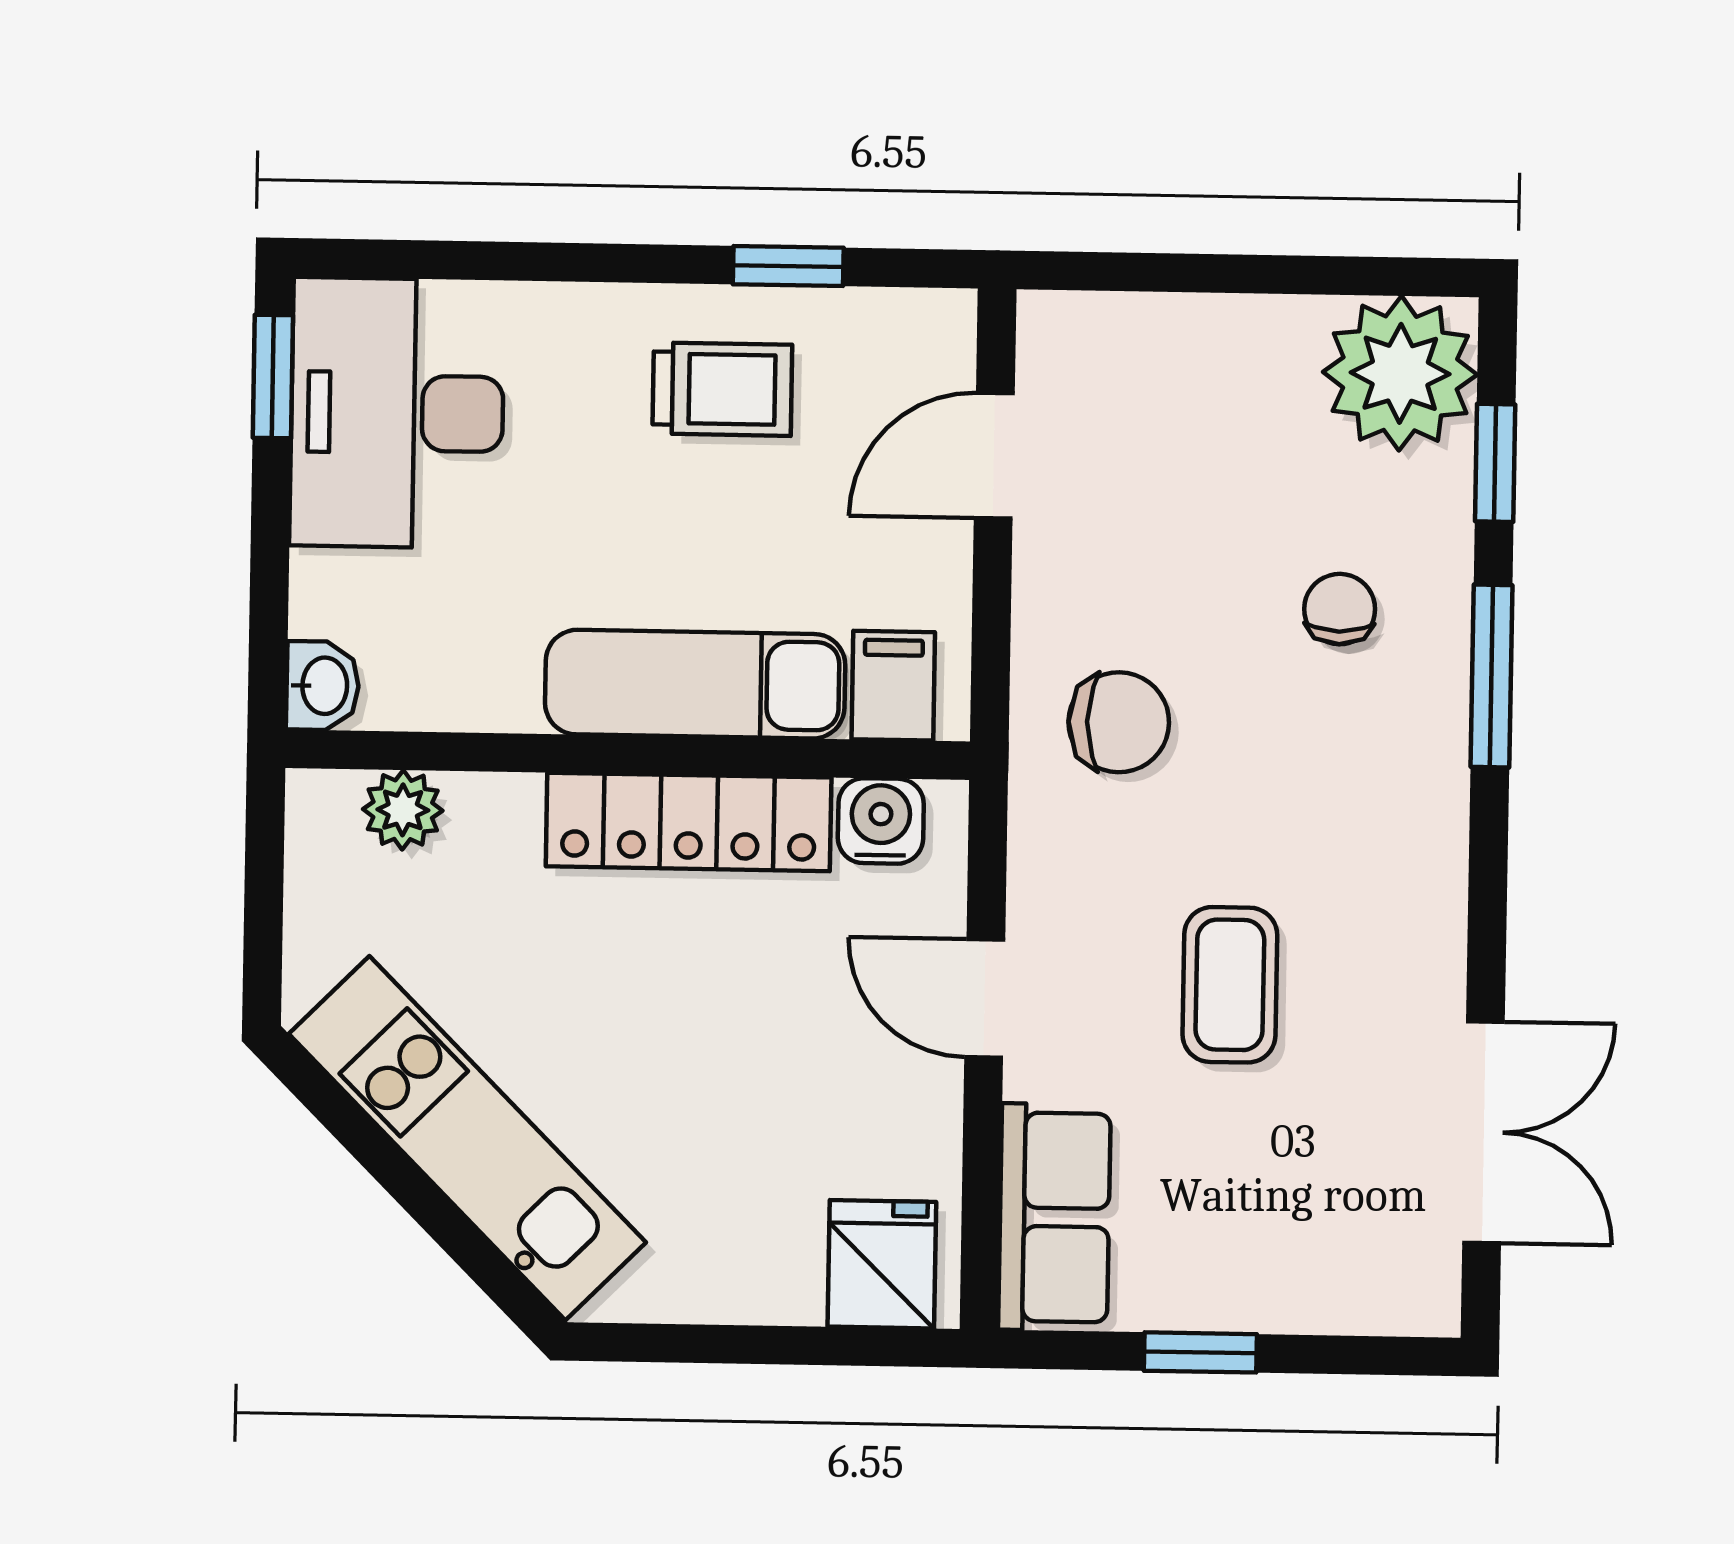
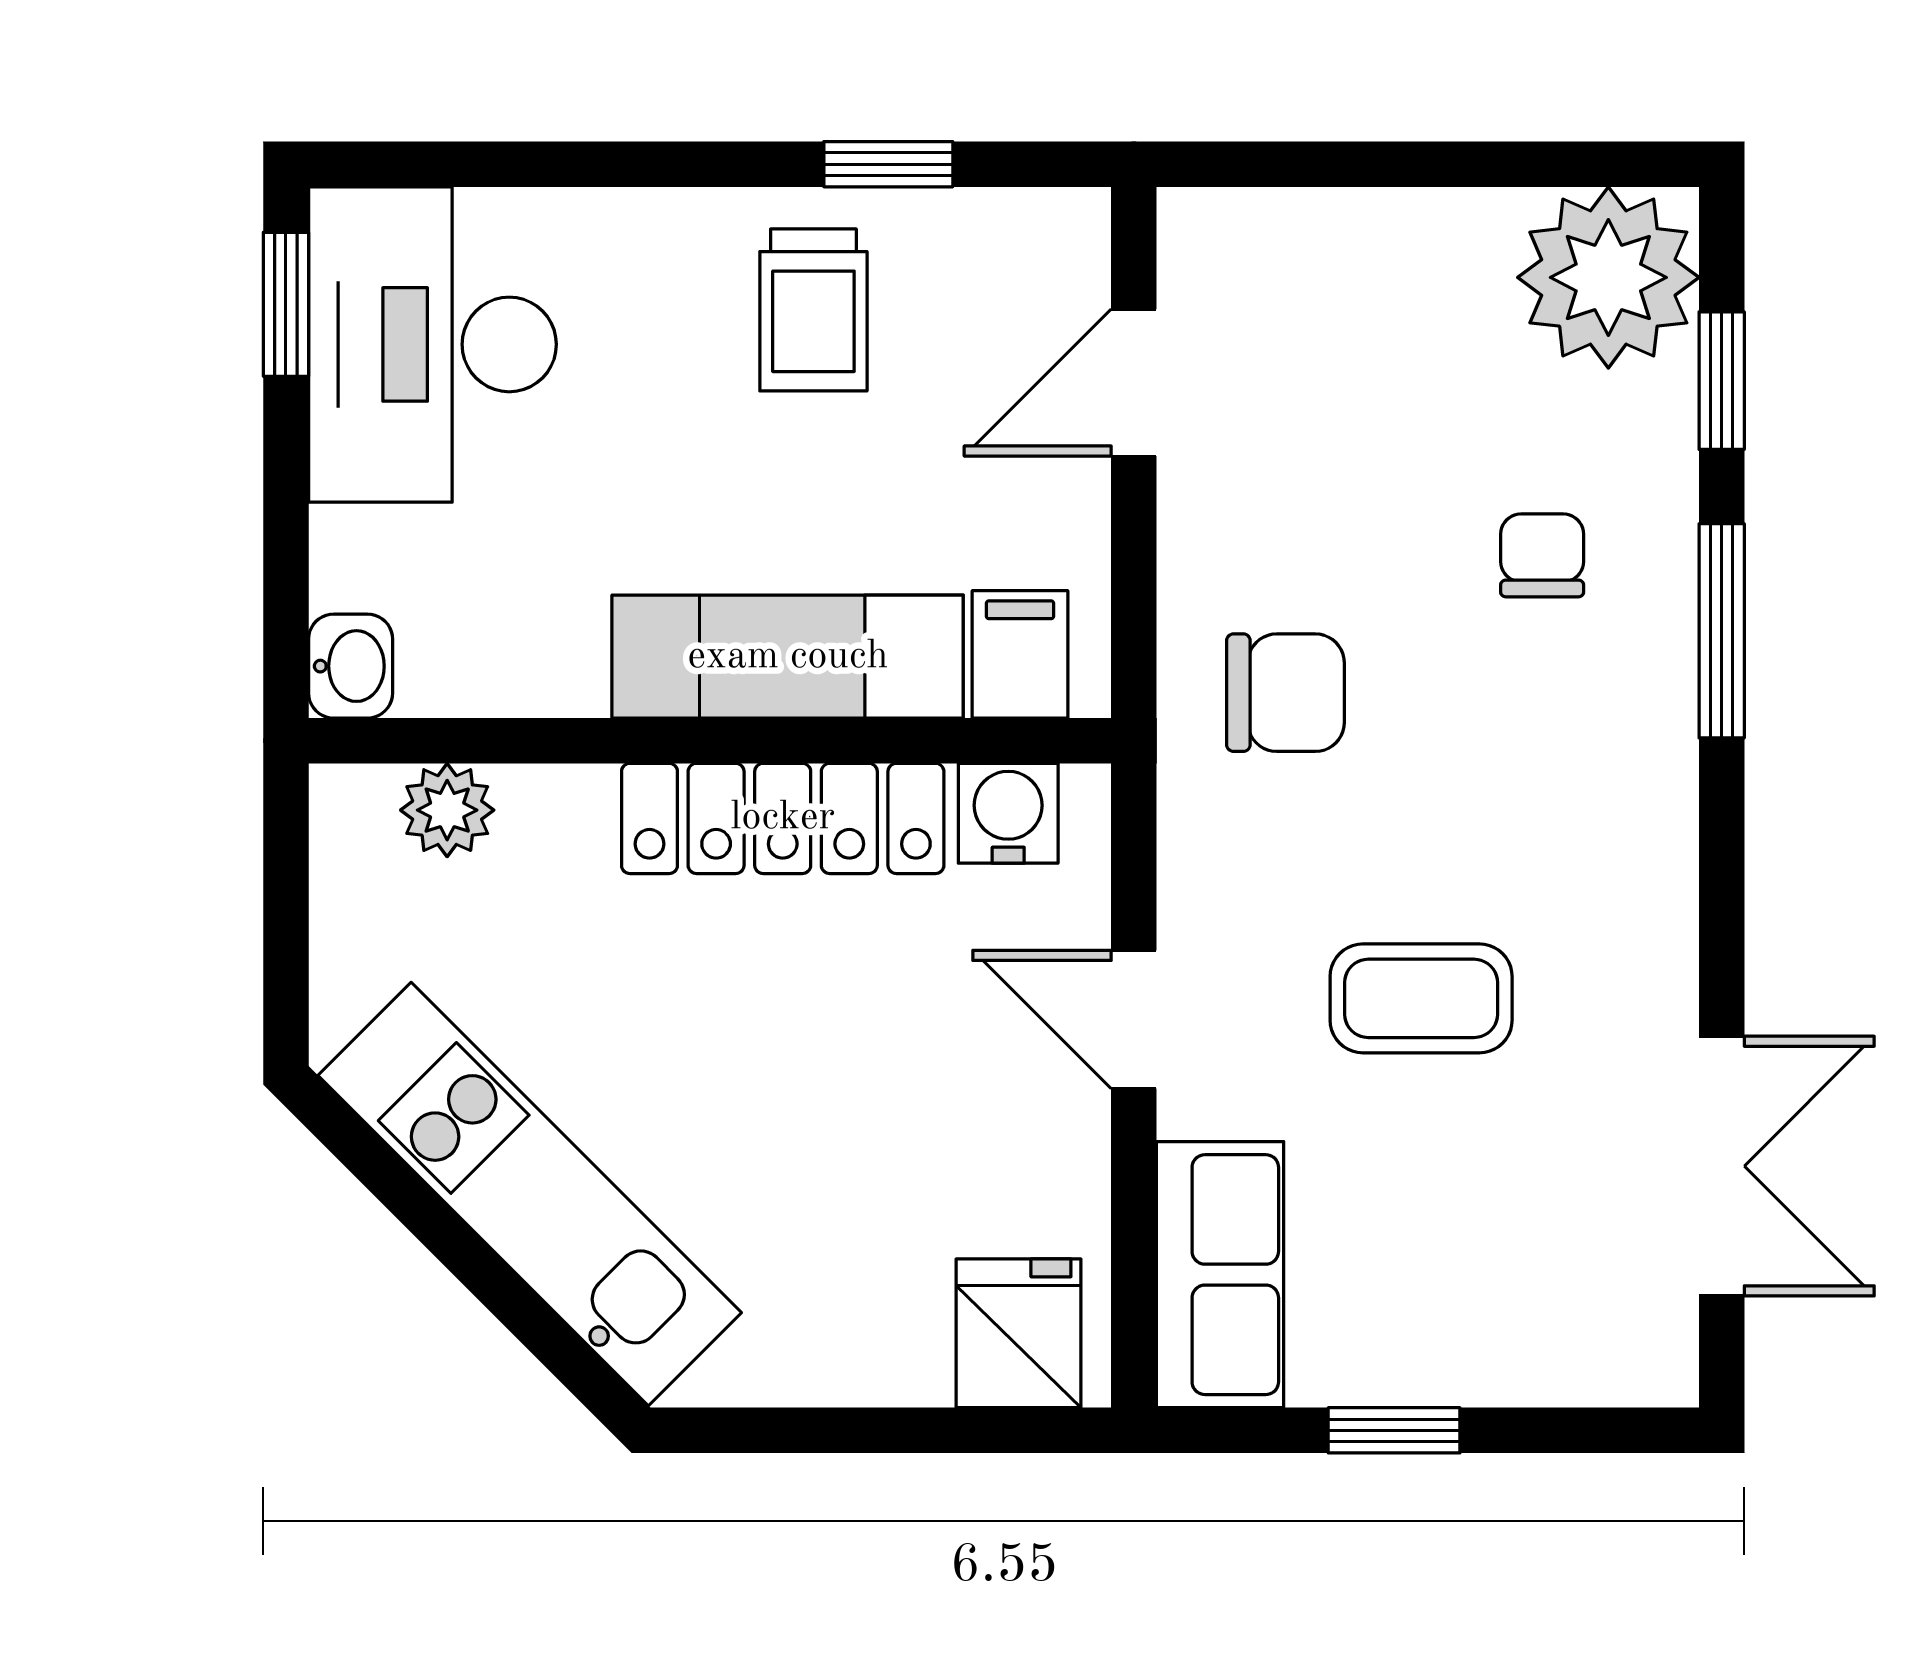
trolley: (722, 389) -> (813, 310), turned 90
coffee table: (1230, 985) -> (1421, 998), turned 90

